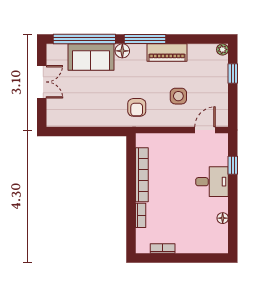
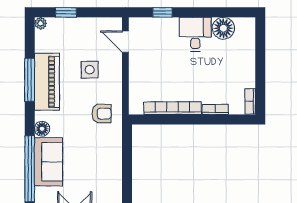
window: (145, 39) -> (30, 80), moved
piano: (167, 53) -> (47, 82), width x1.37, depth x1.33
desk: (212, 182) -> (195, 34), moved
floor lamp: (223, 218) -> (223, 28), width x1.89, depth x1.89
bookcase: (163, 248) -> (250, 101), moved

